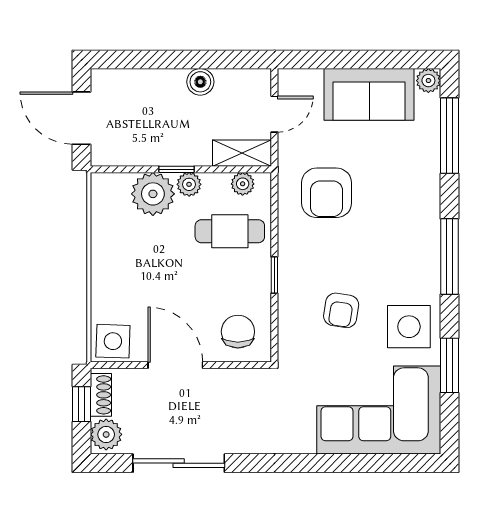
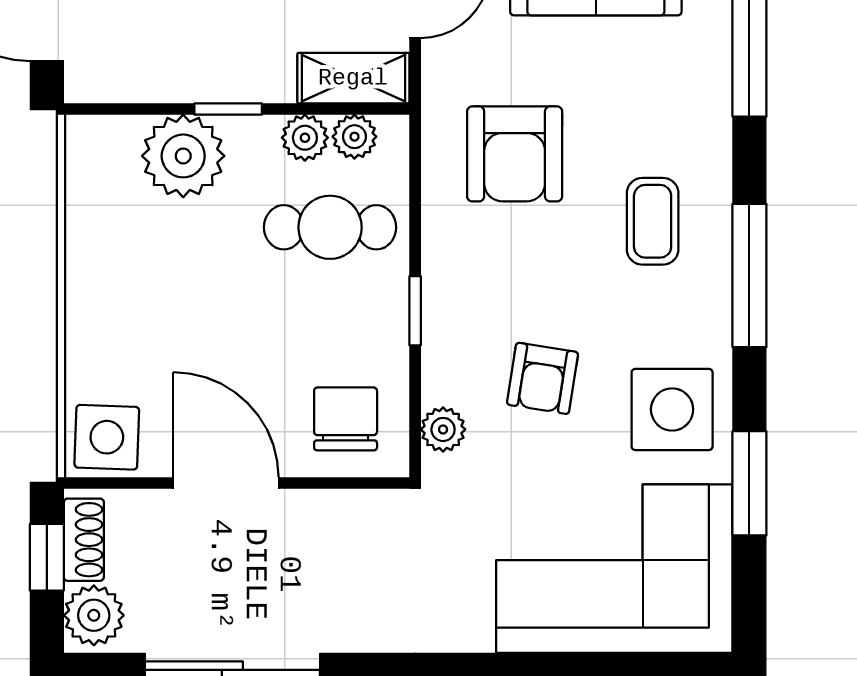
plant: (189, 184) -> (305, 138), moved
coffee table: (399, 228) -> (653, 221), added
plant: (289, 337) -> (443, 429), added

